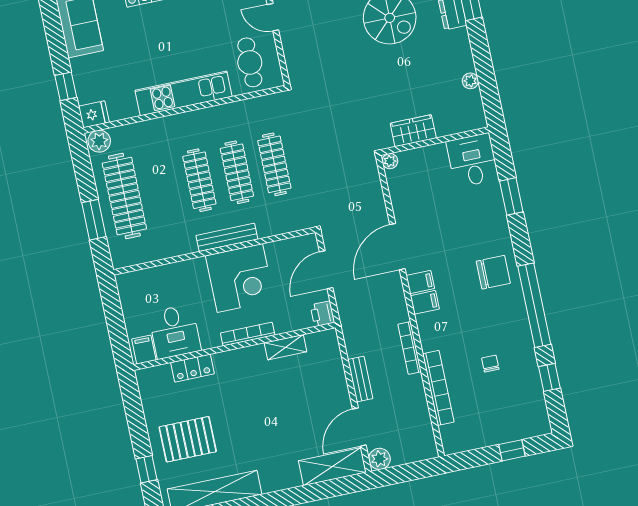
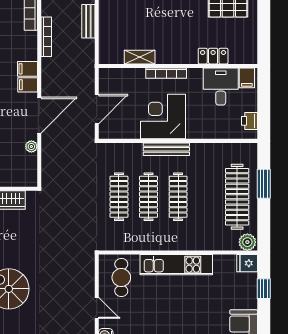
plant: (390, 161) -> (31, 146), moved
printer: (322, 314) -> (250, 121), moved, turned 180

